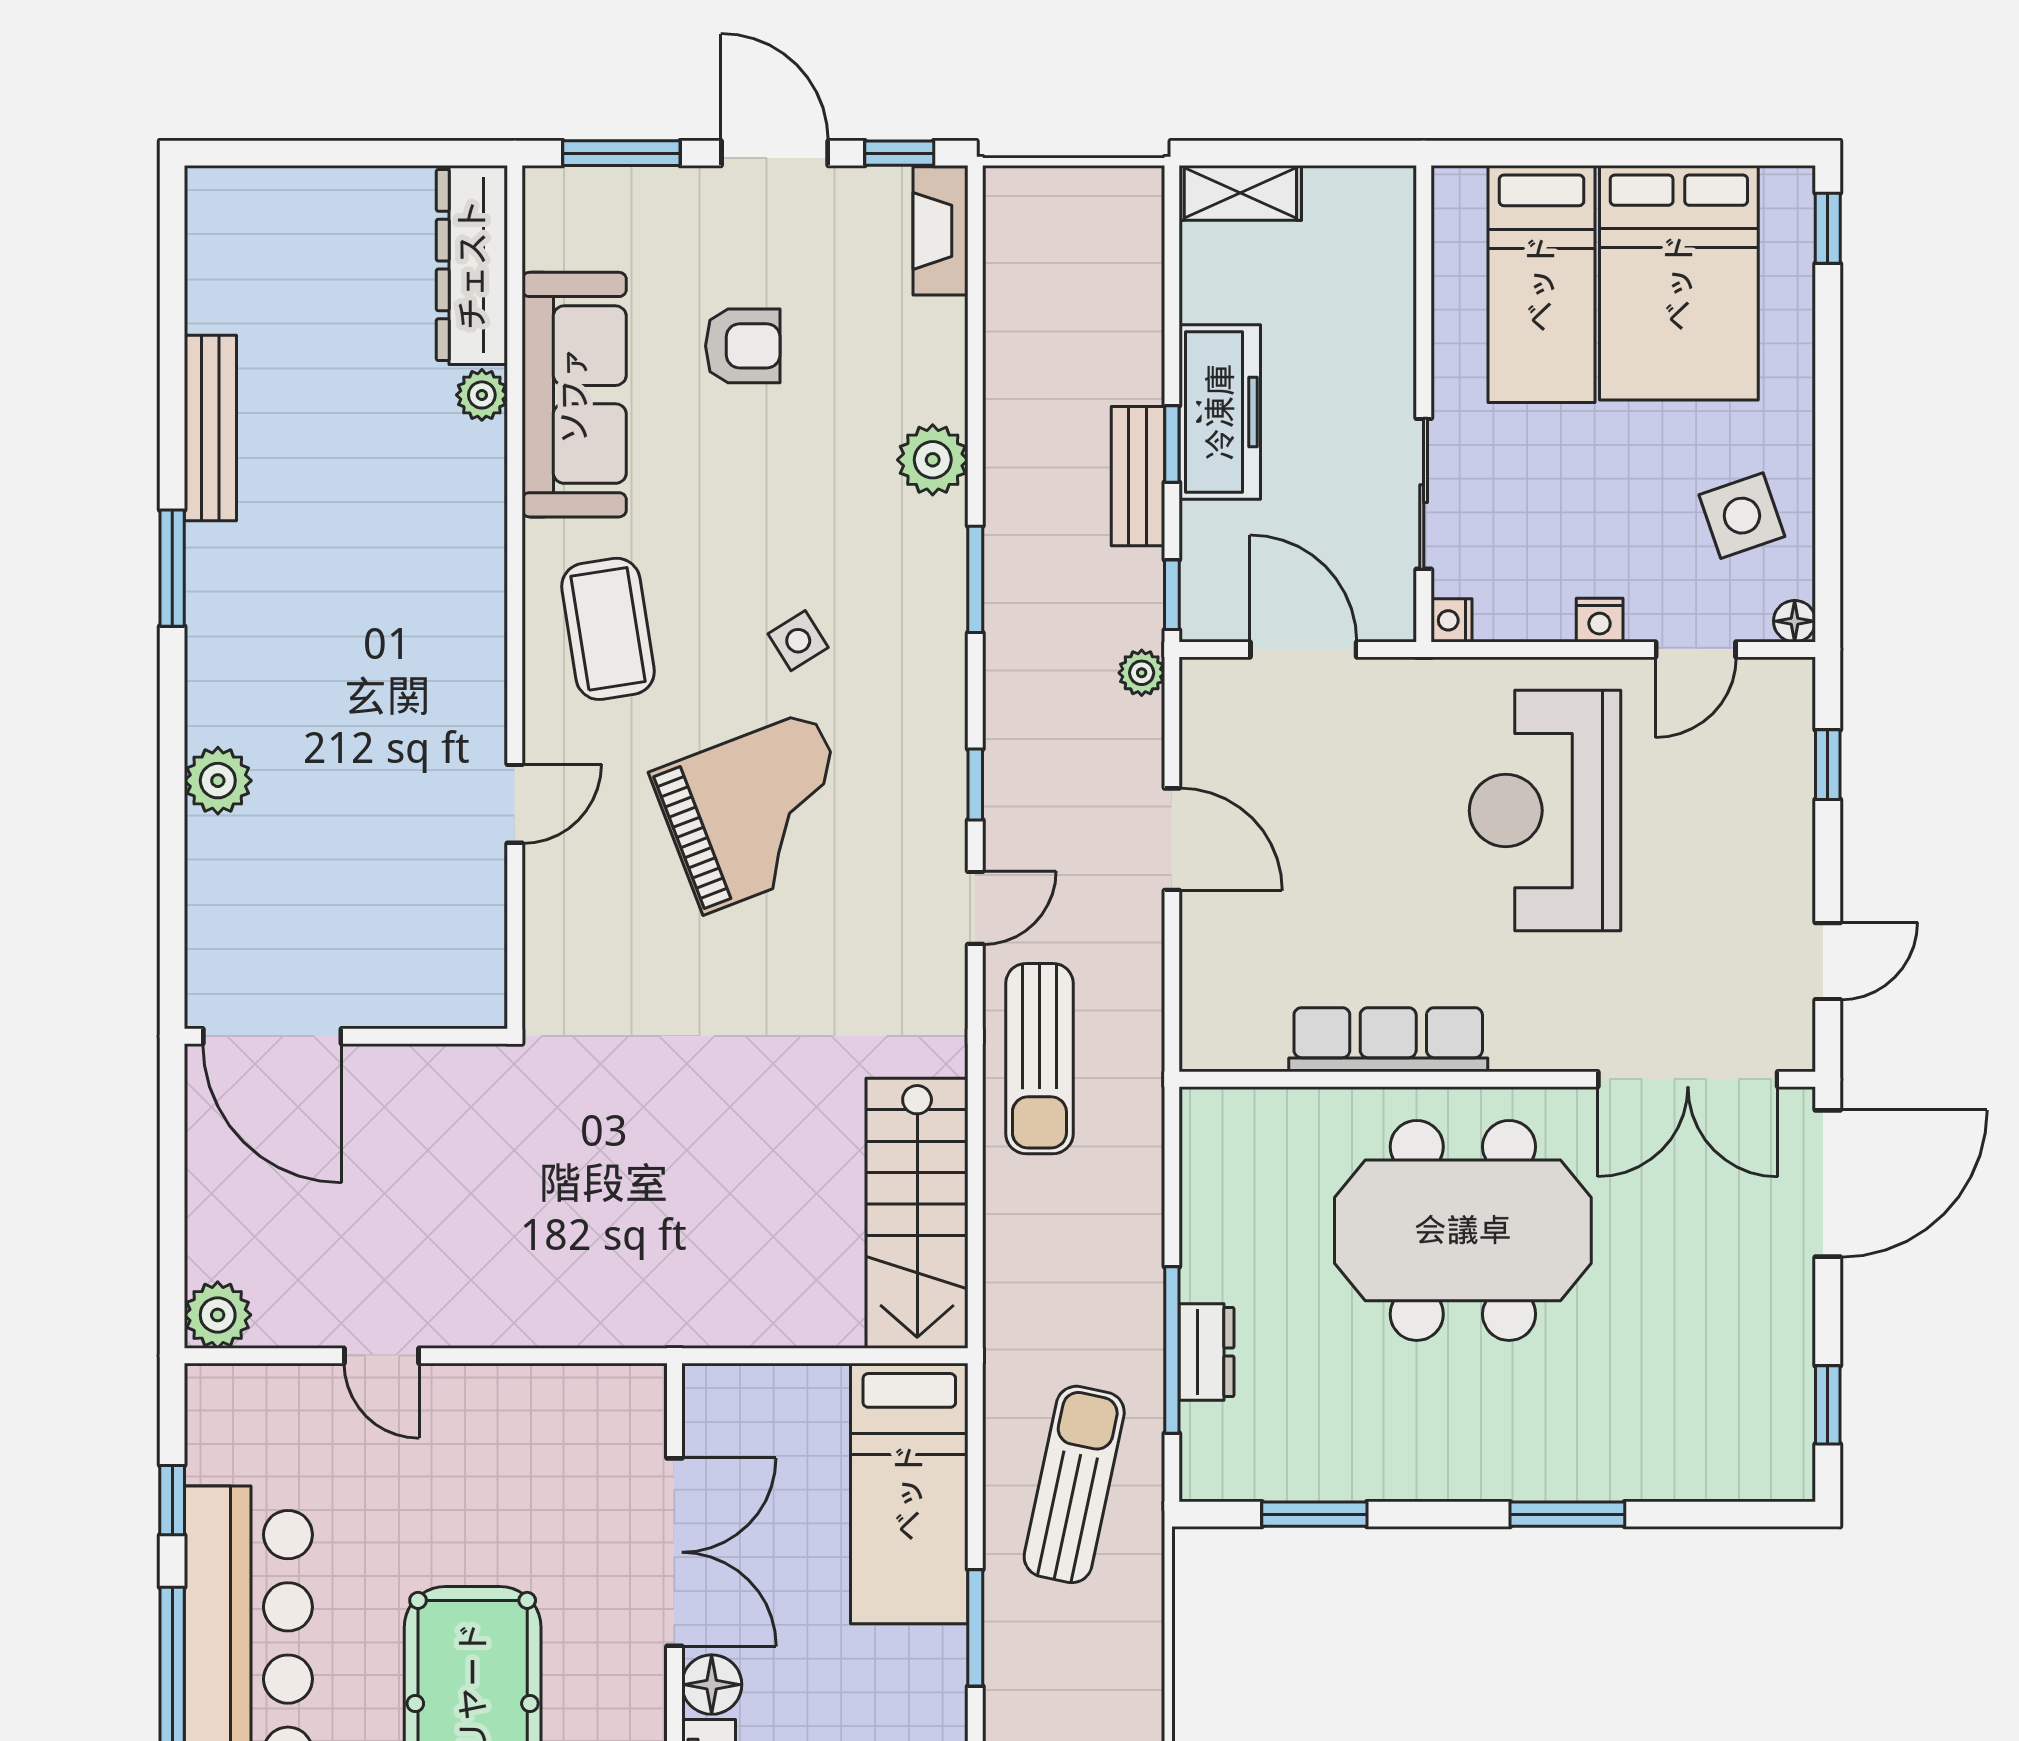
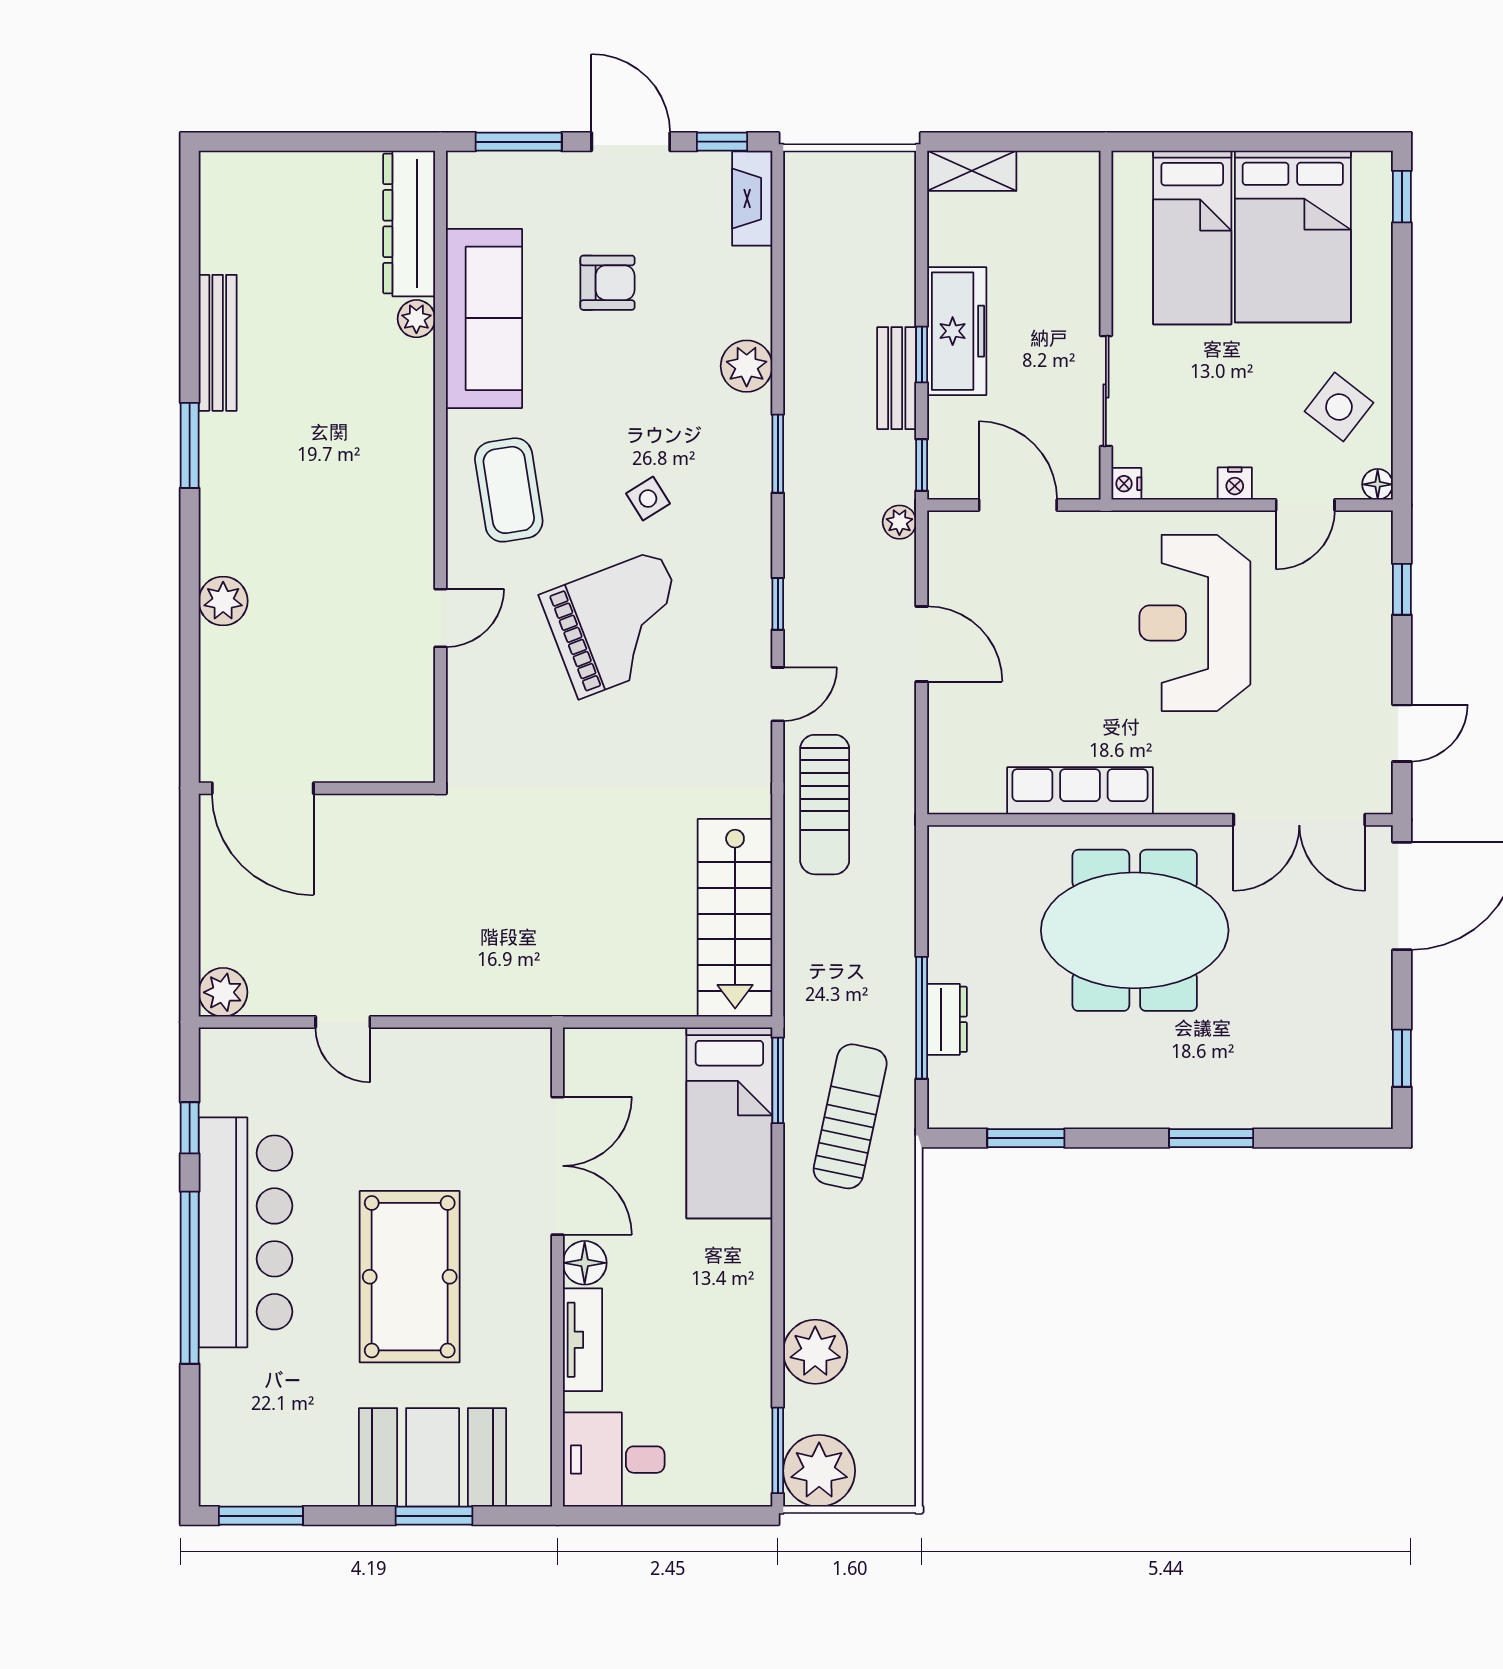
side table: (1742, 516) -> (1339, 407), turned -33
window: (975, 1628) -> (778, 1080), moved

